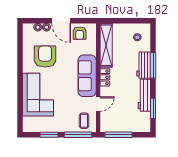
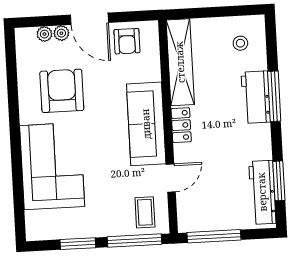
workbench: (144, 95) -> (262, 192), moved

